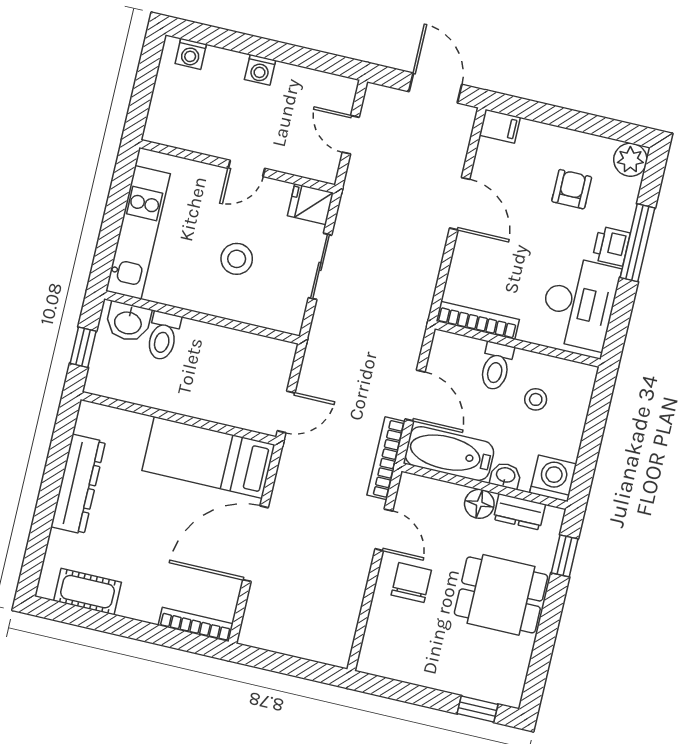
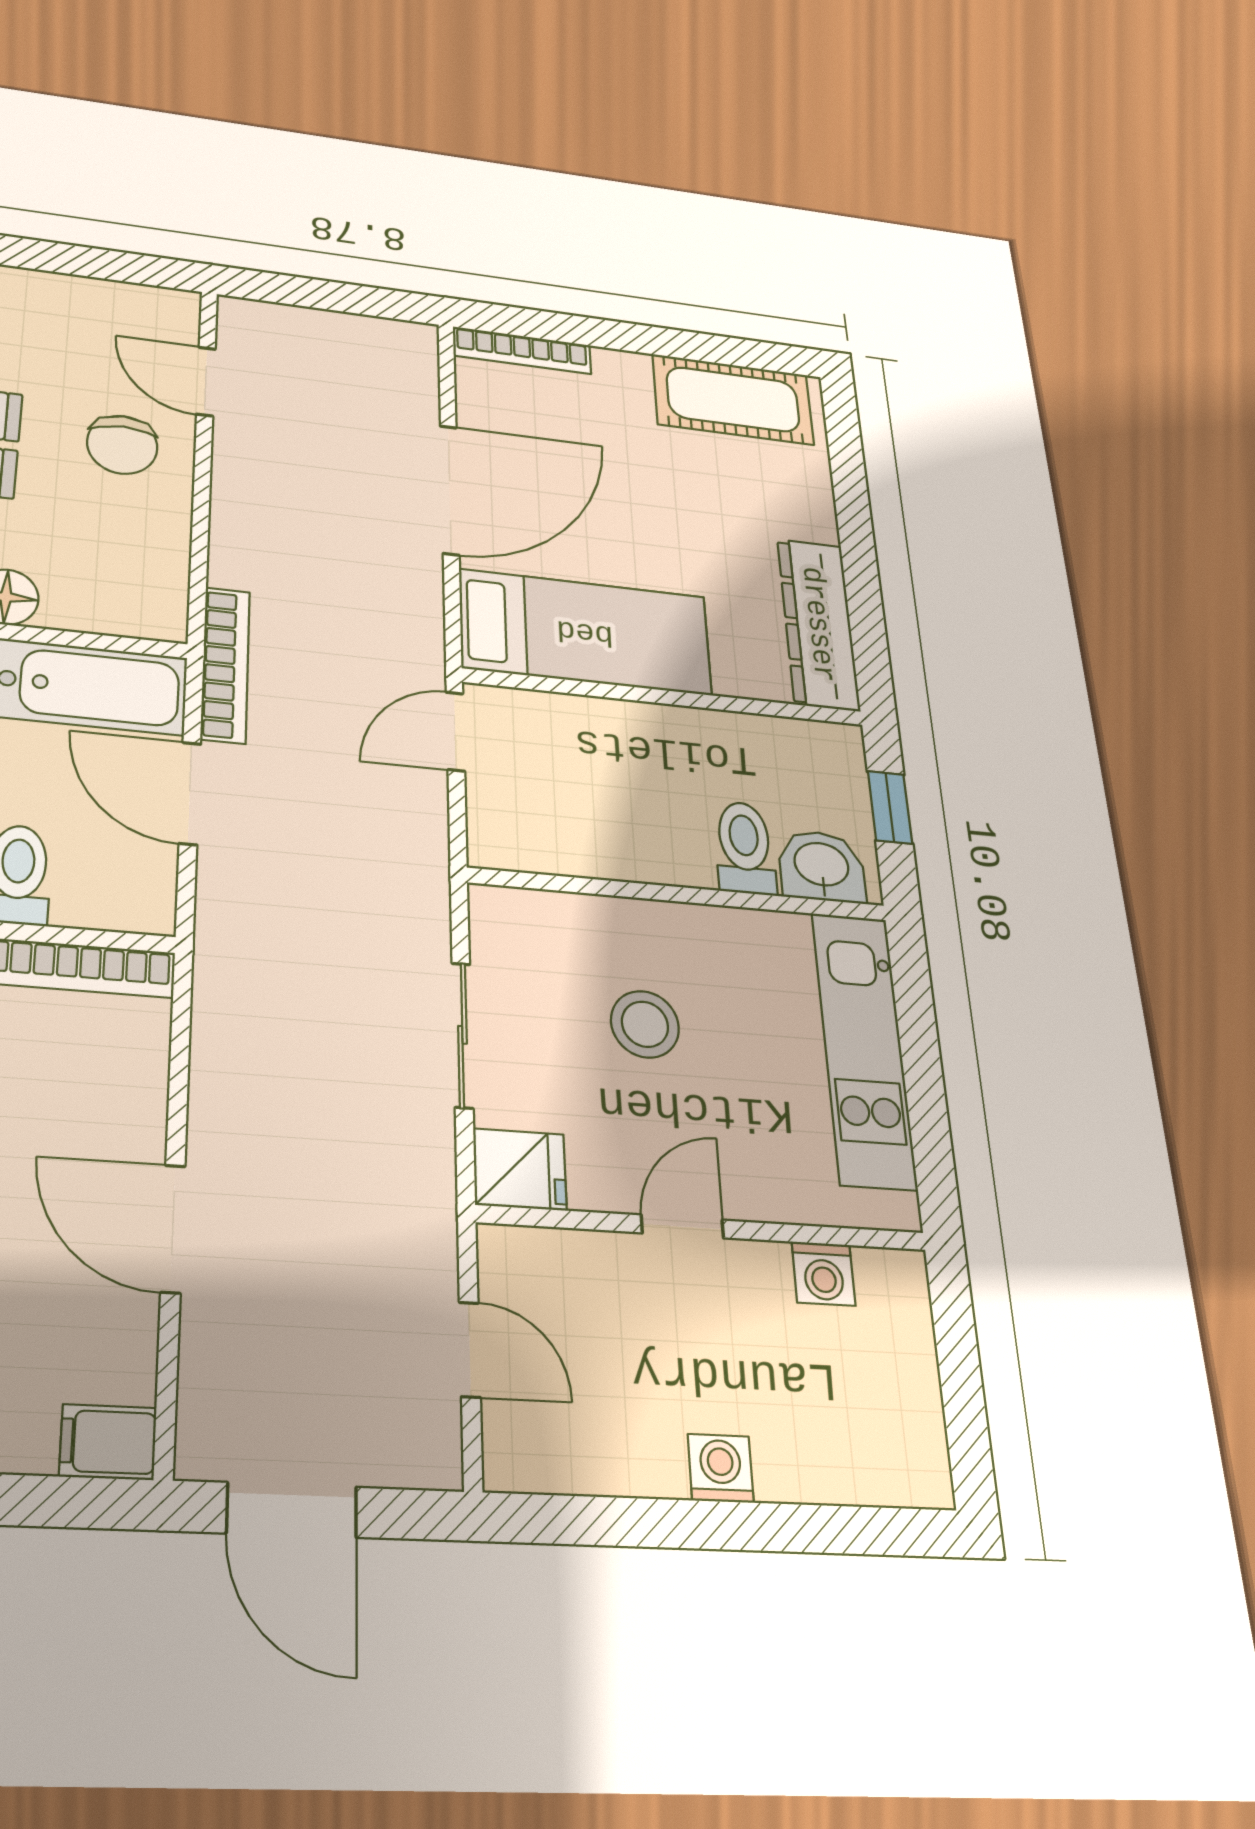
washing machine: (191, 54) -> (823, 1274), moved, turned 180
dresser: (78, 484) -> (818, 624), moved
door: (384, 530) -> (206, 381), moved
cot: (88, 592) -> (733, 399), width x1.37, depth x1.34

